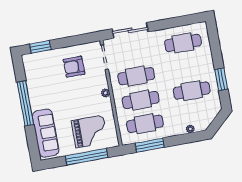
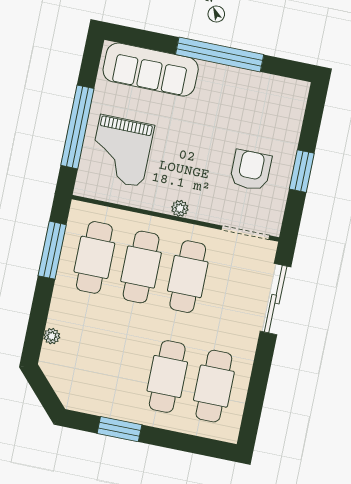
window: (40, 47) -> (302, 171), moved
cafe table: (192, 91) -> (167, 376), moved

